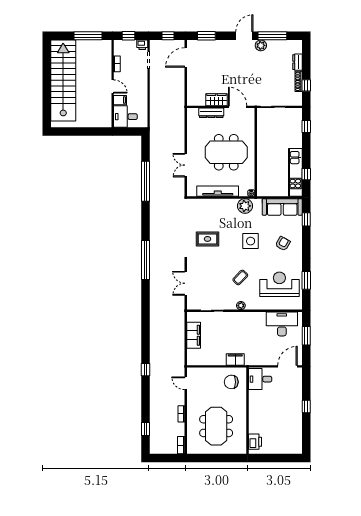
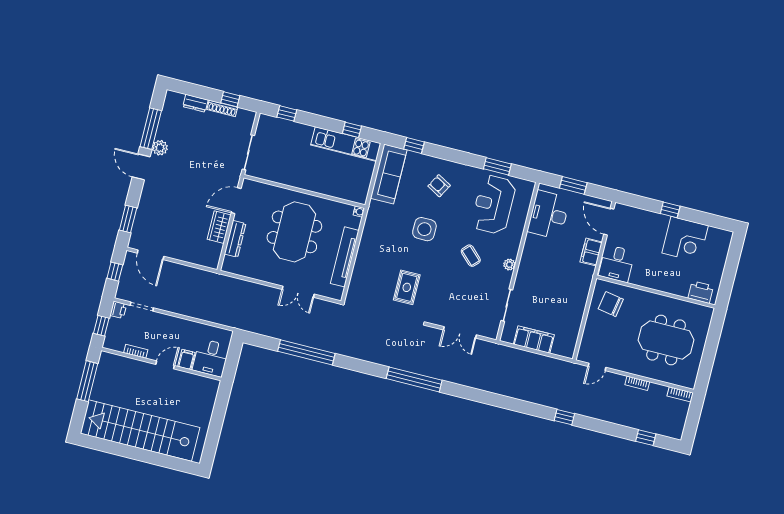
plant: (245, 206) -> (374, 225), removed
filing cabinet: (235, 359) -> (591, 252), moved
chair: (231, 382) -> (611, 304), turned 100
corner desk: (289, 422) -> (685, 239), added

